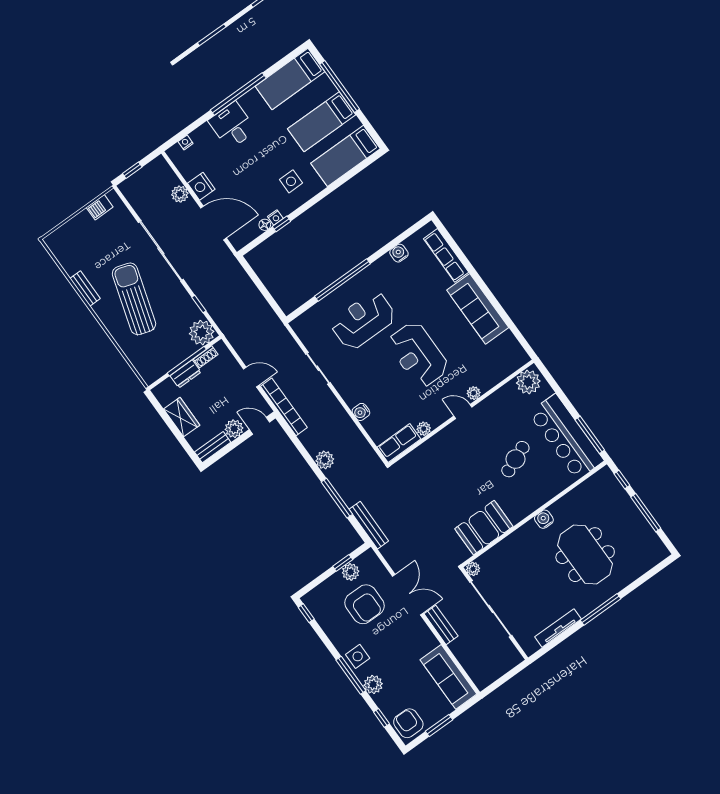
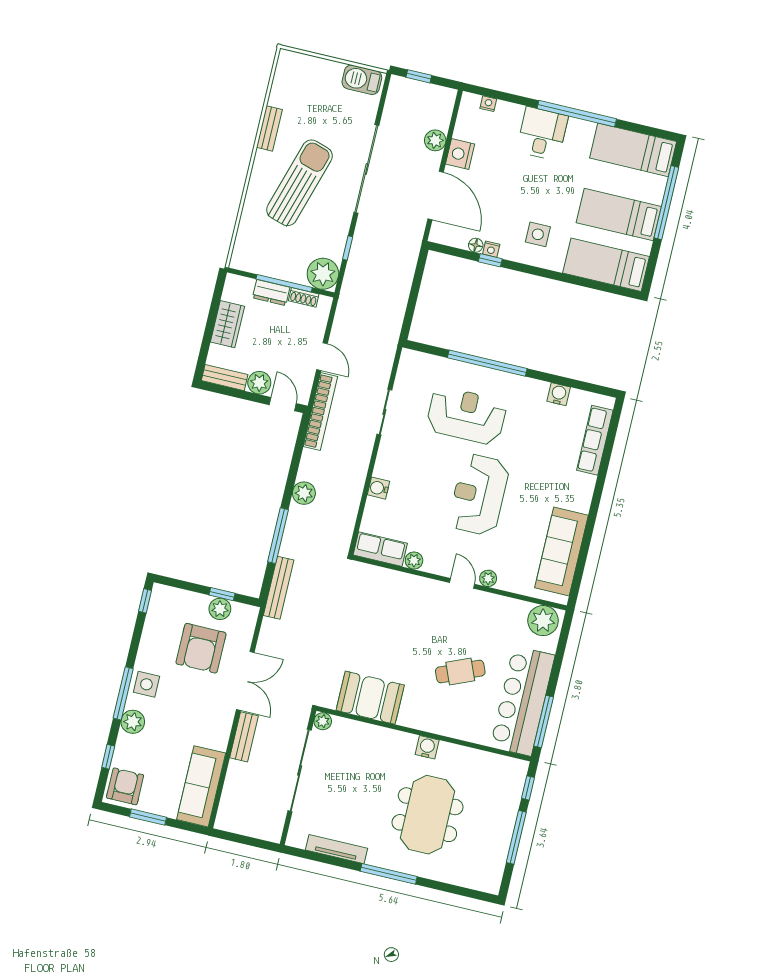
barbecue: (100, 207) -> (362, 80), width x1.38, depth x1.27
sofa: (478, 309) -> (561, 552), moved

